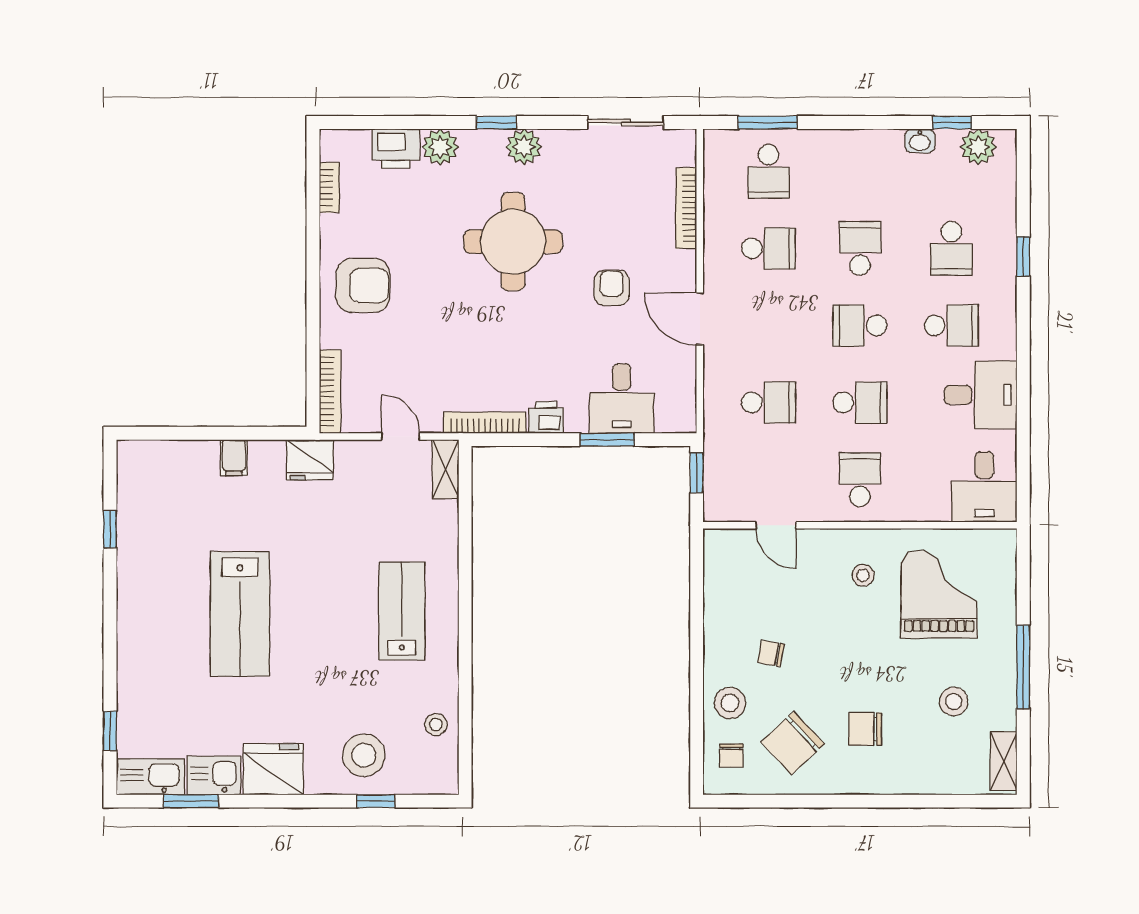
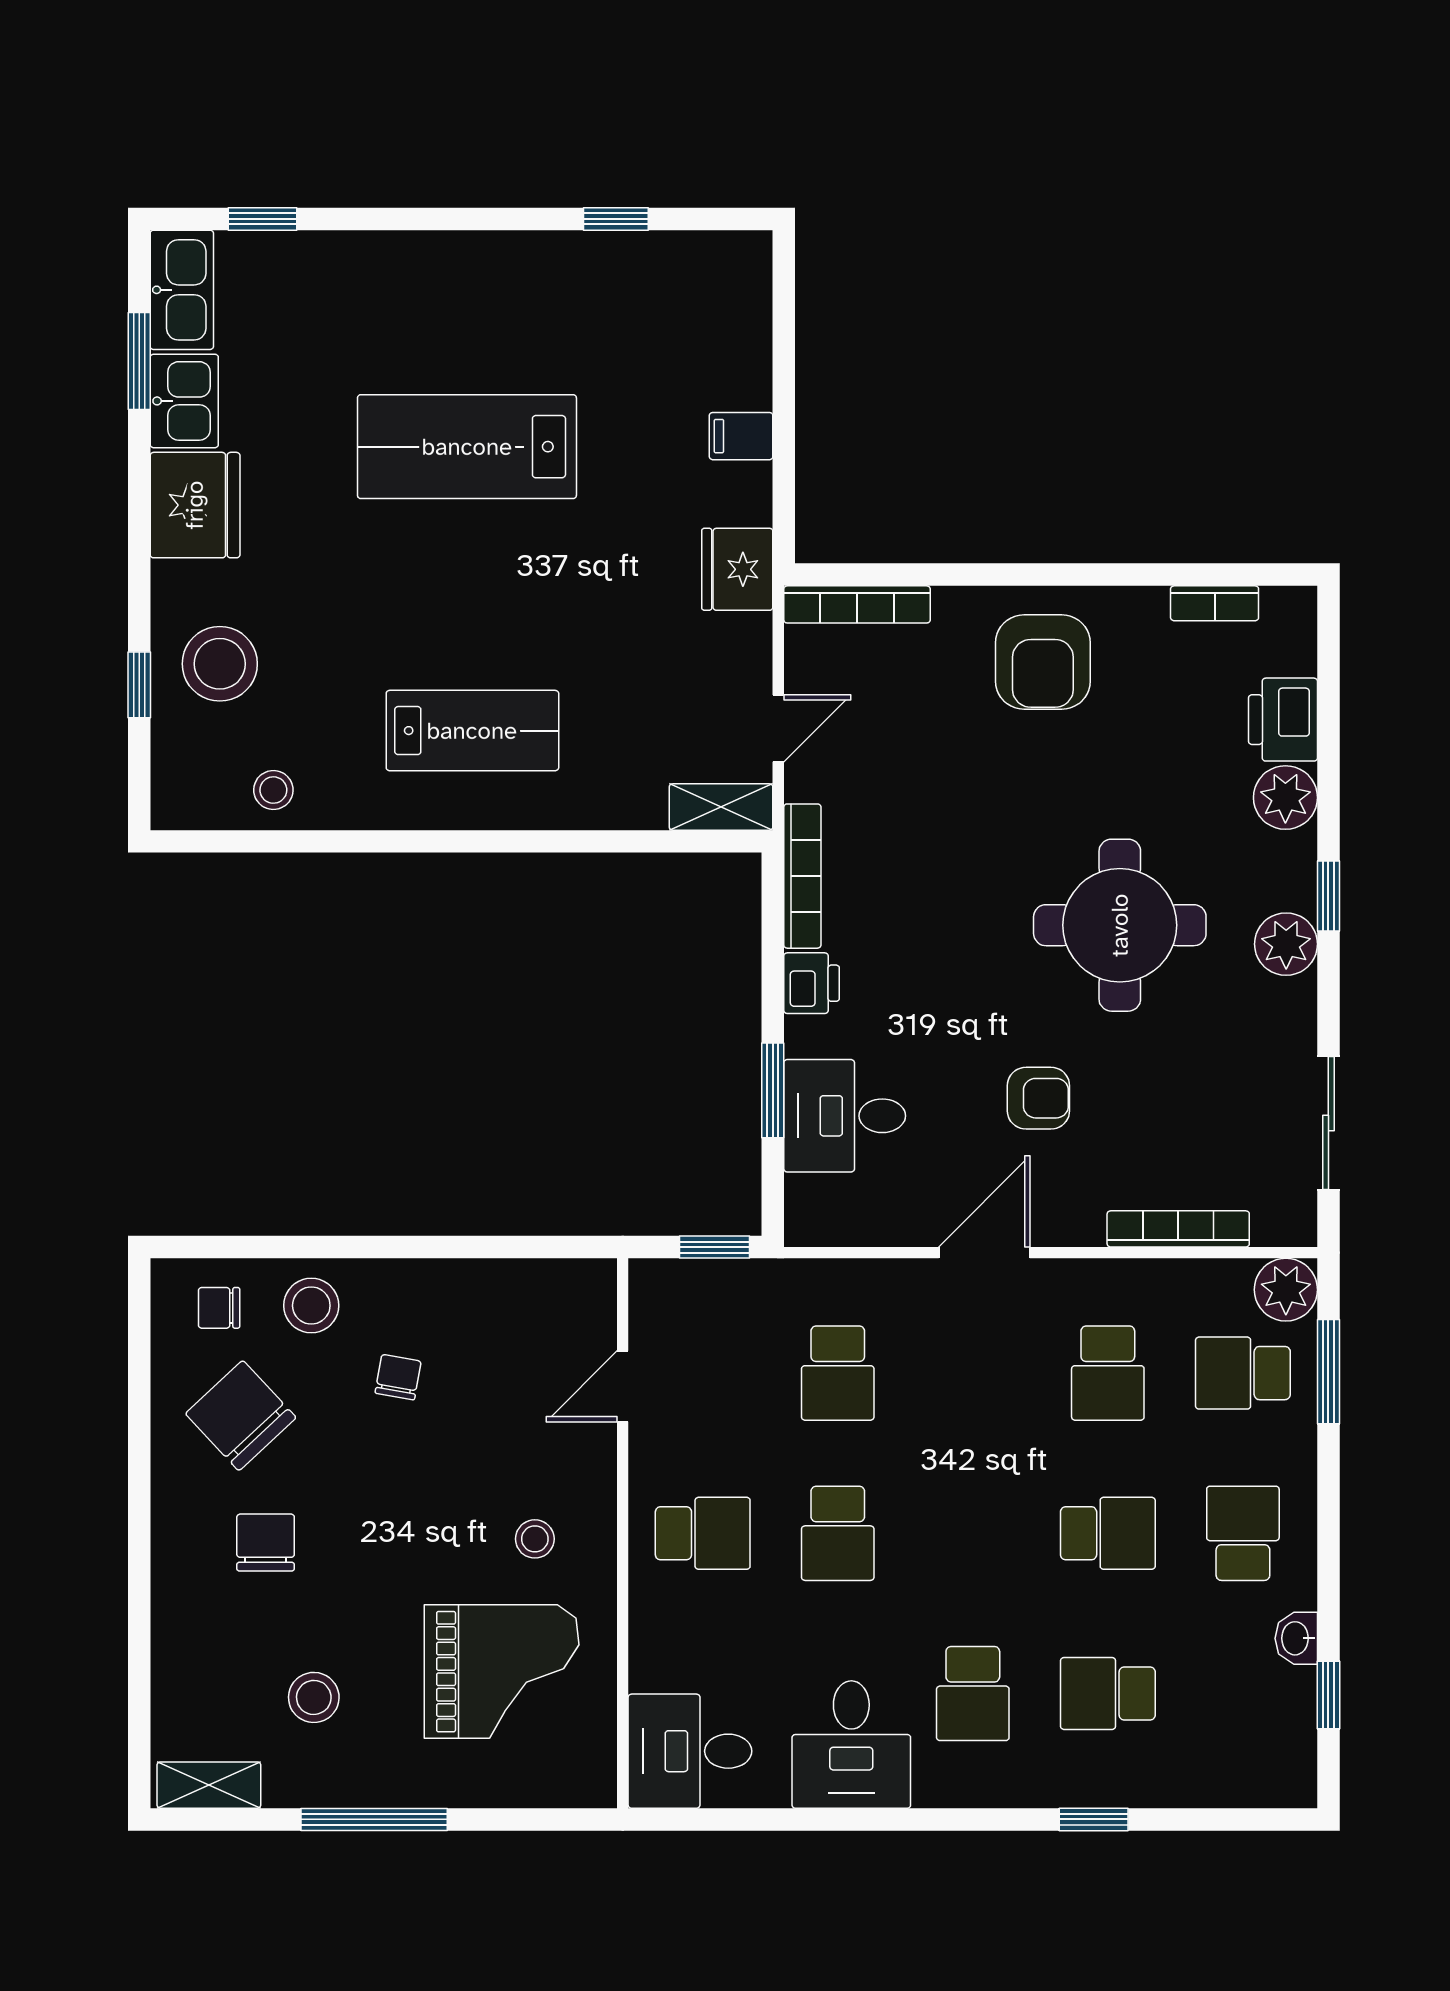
plant: (978, 147) -> (1286, 1290), moved
school desk: (860, 325) -> (1243, 1533), moved

